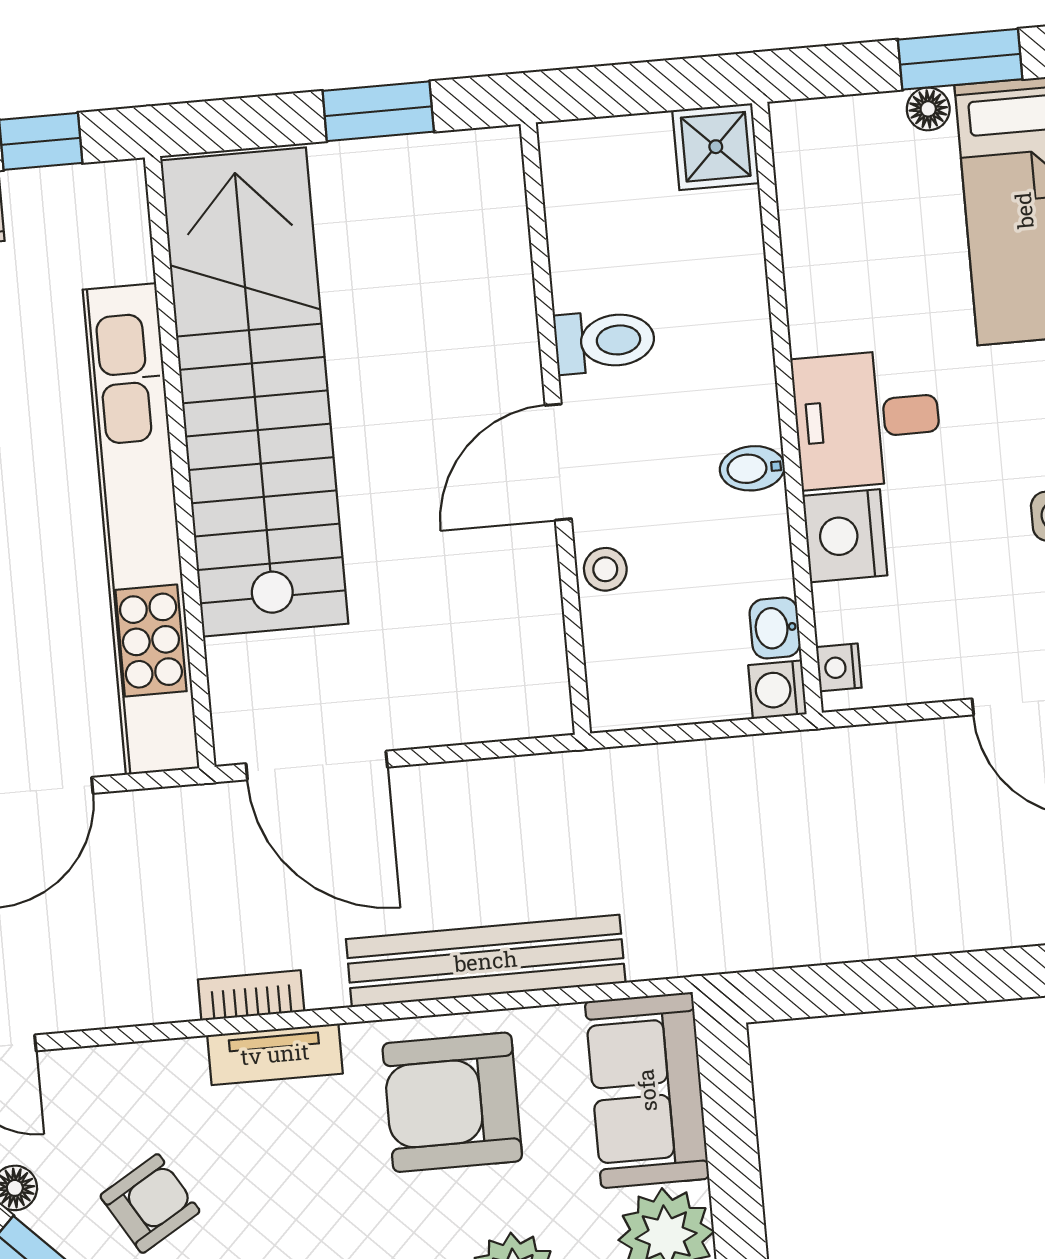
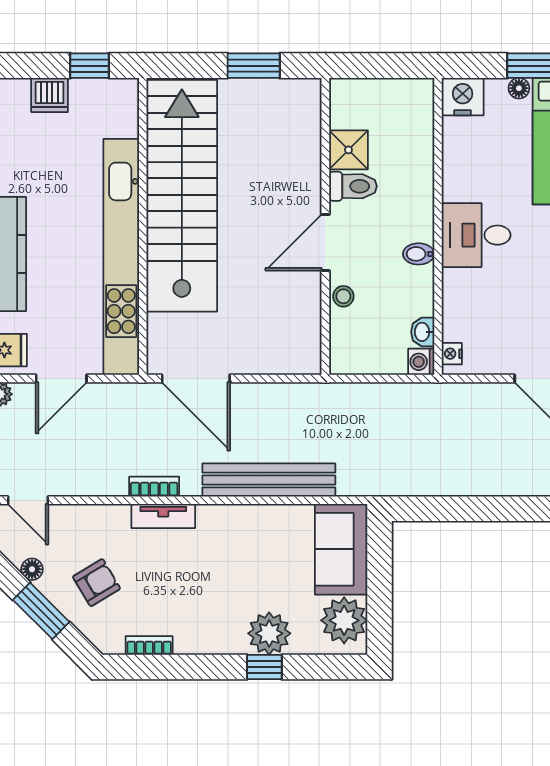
shower: (716, 147) -> (348, 150), moved
nightstand: (845, 536) -> (463, 97), moved, turned 90
armchair: (452, 1102) -> (247, 547), removed

